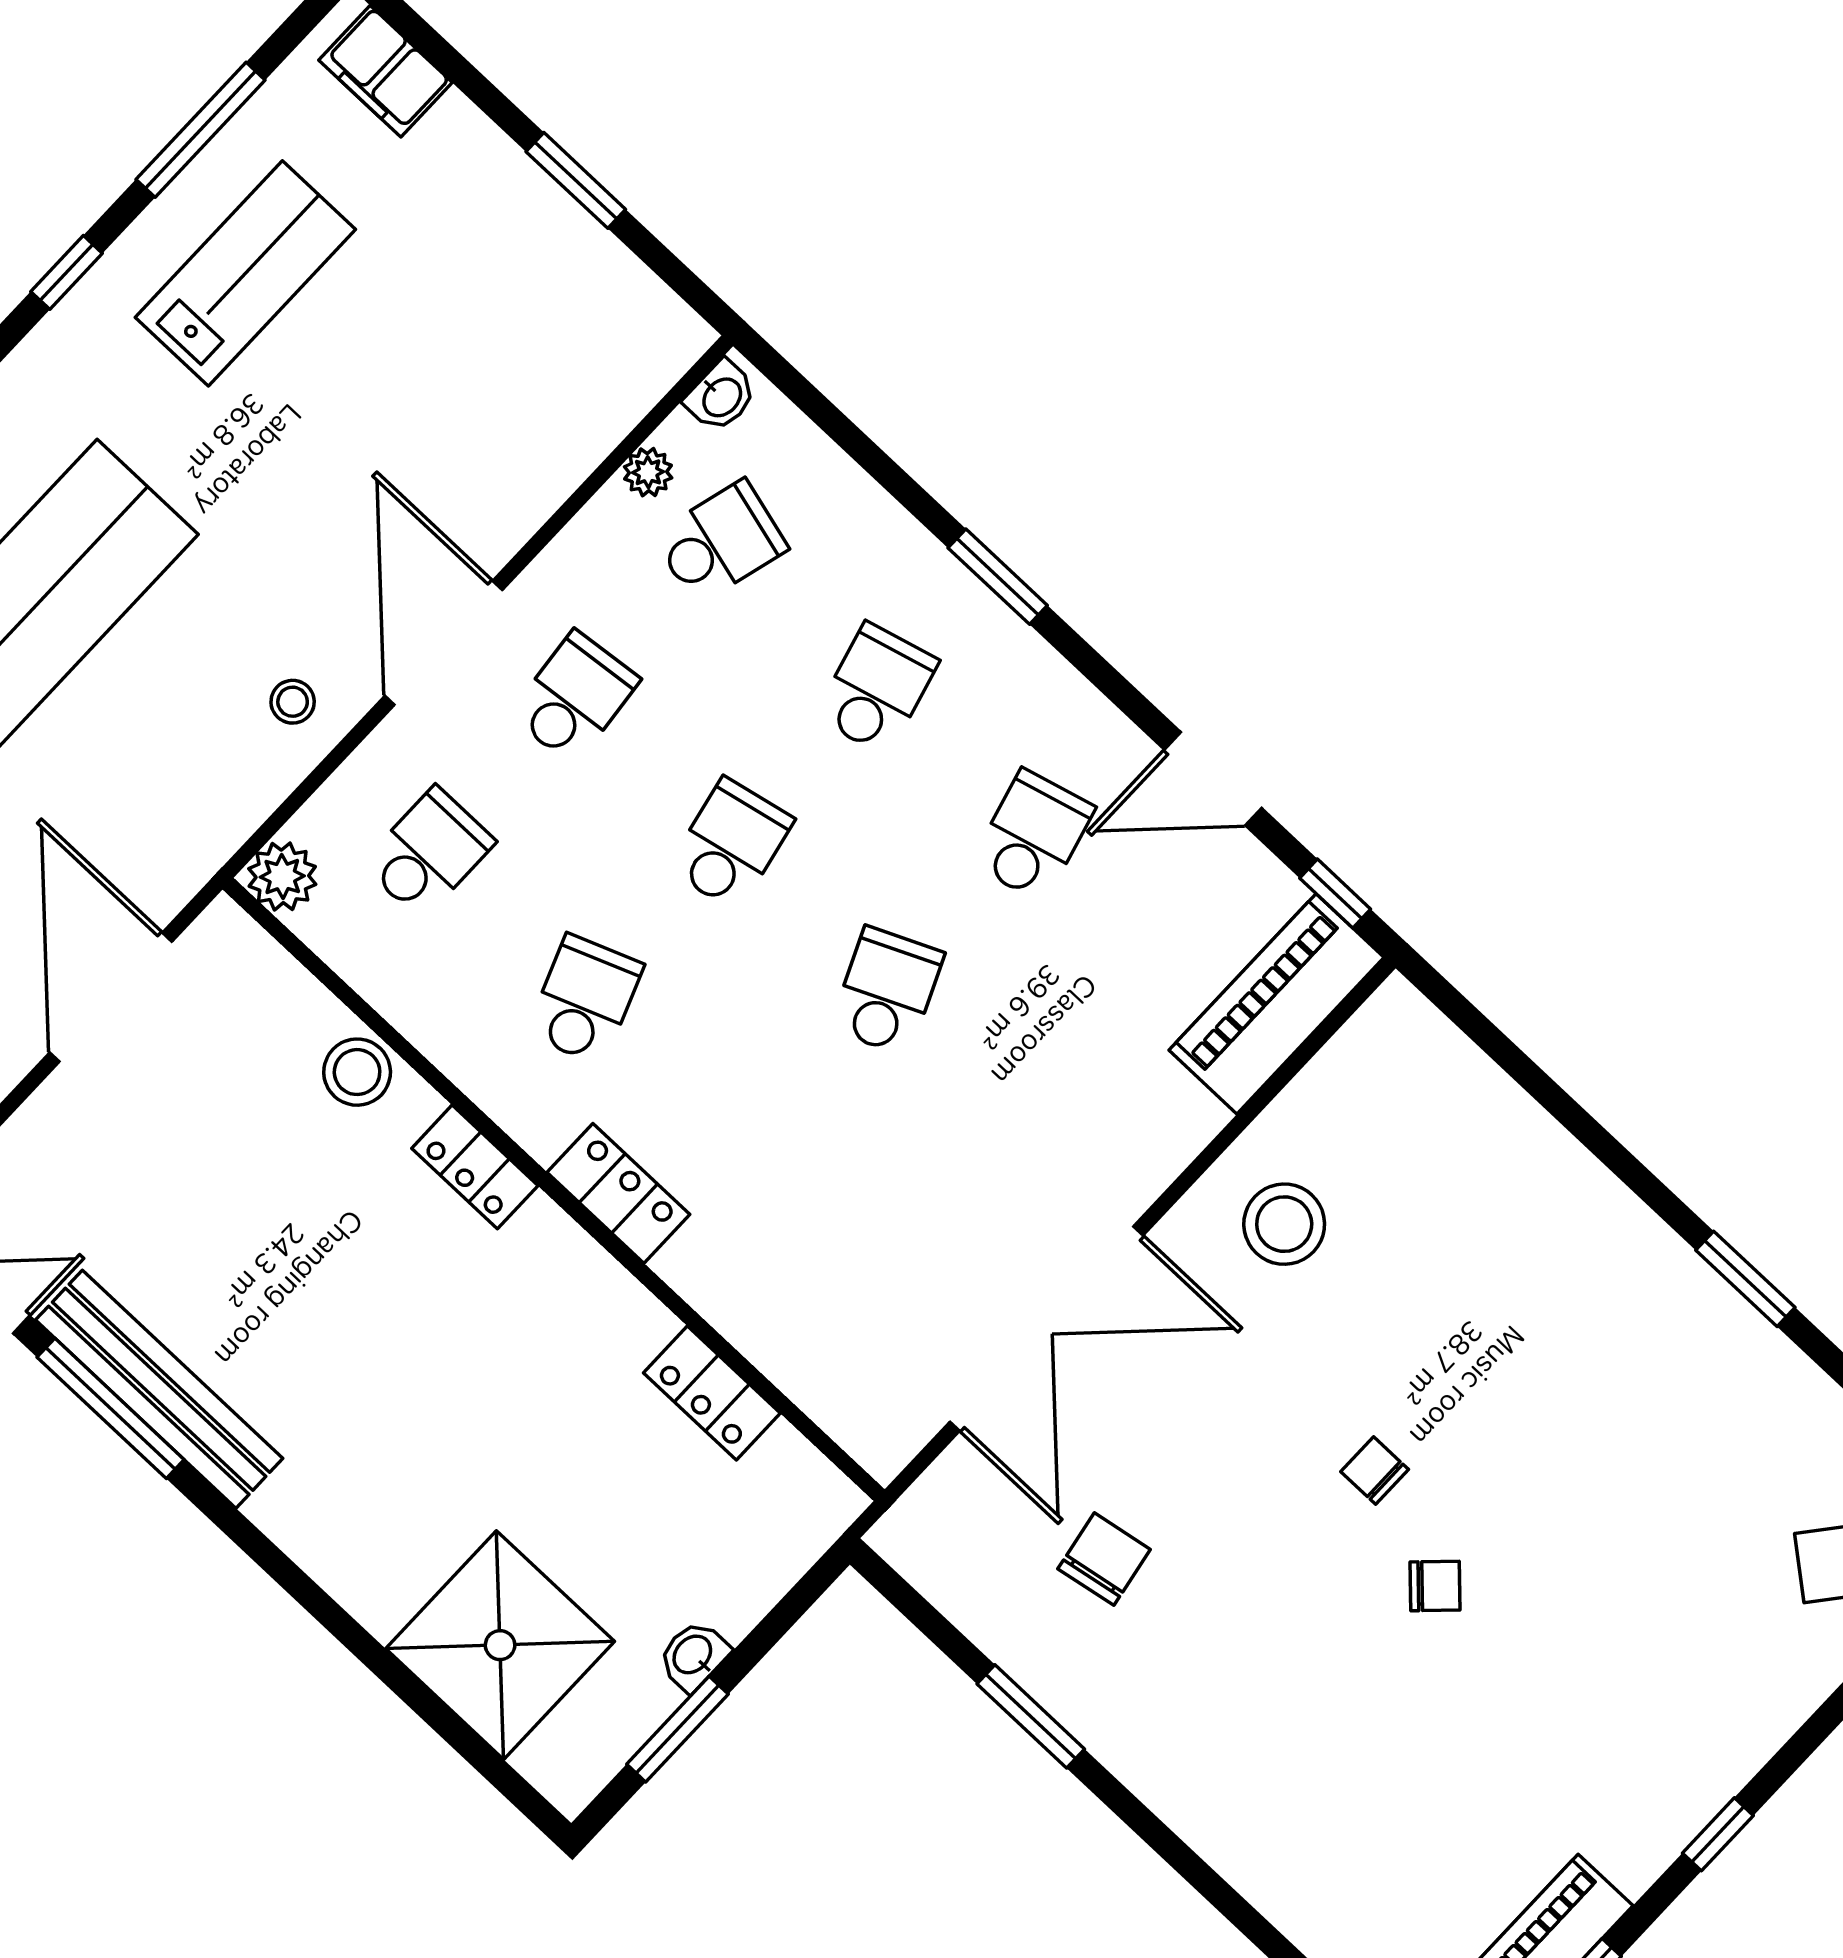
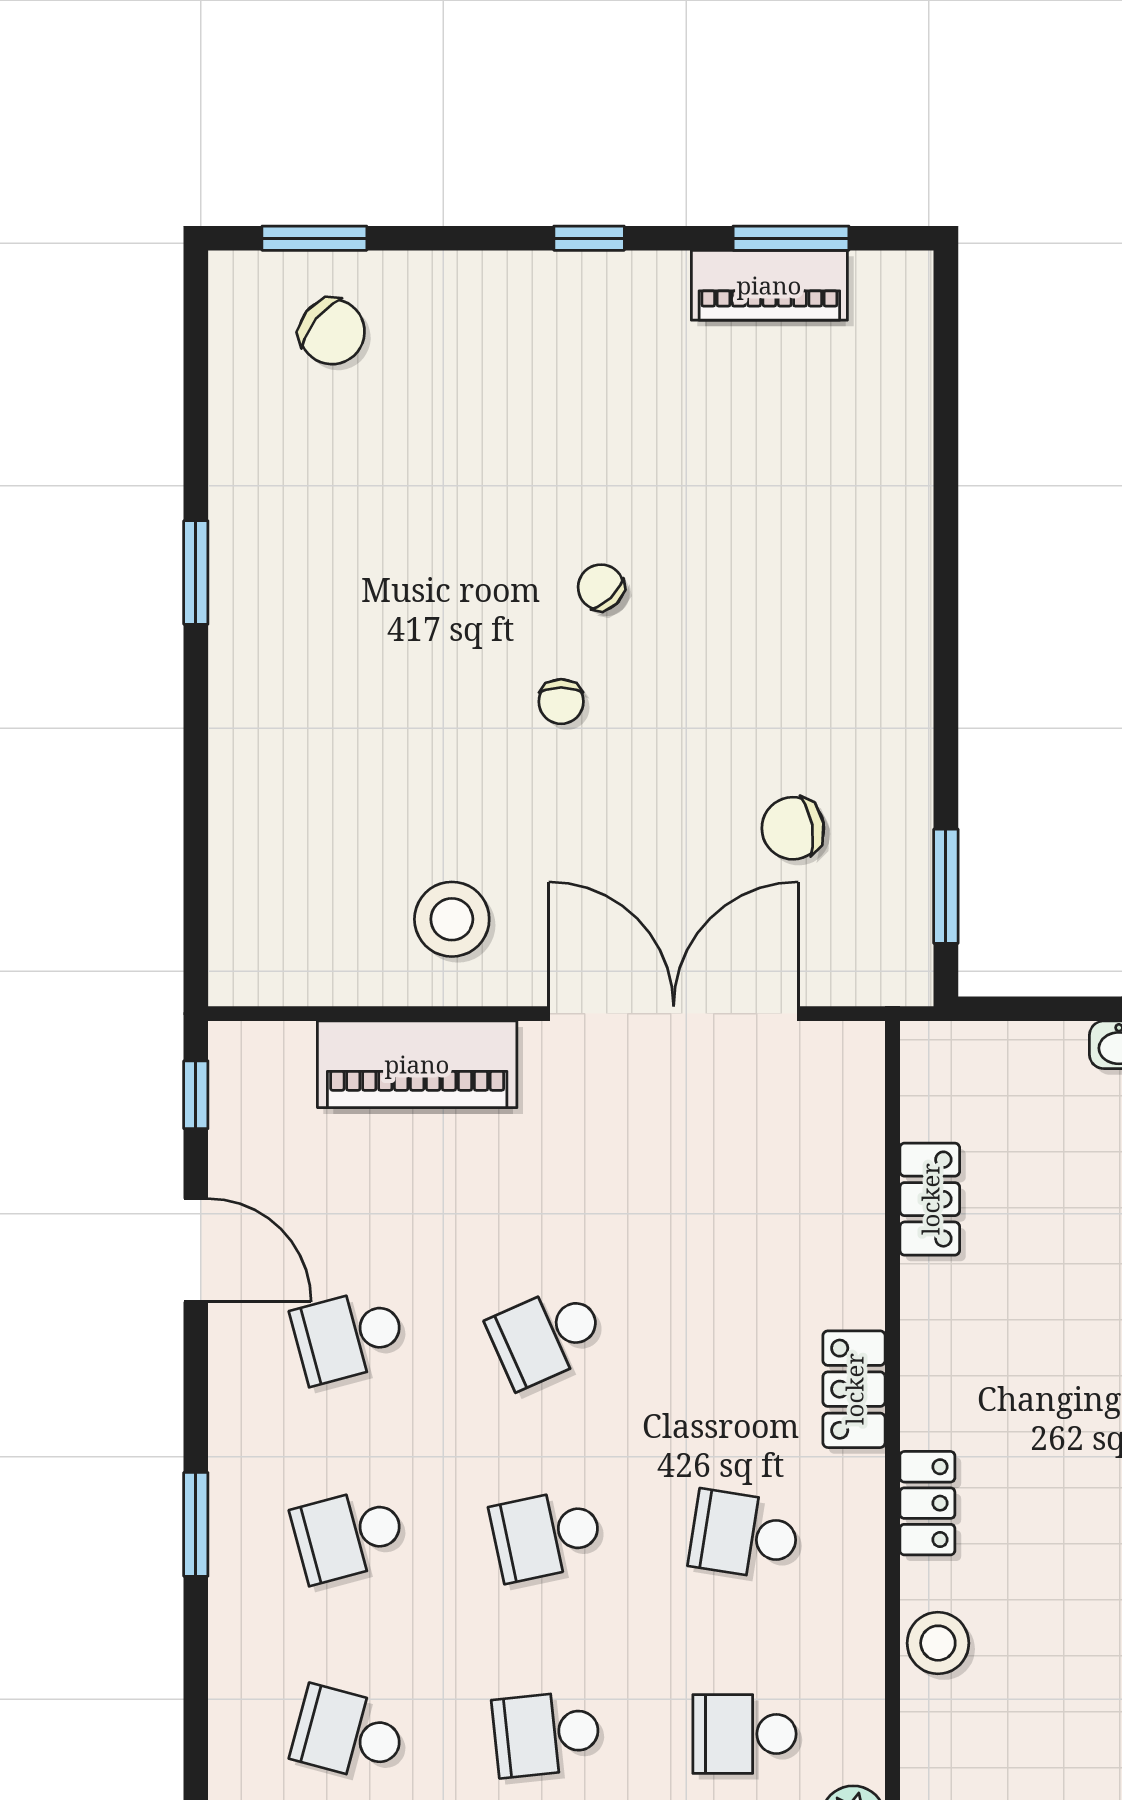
school desk: (585, 1000) -> (744, 1535), turned 30
piano: (1277, 1004) -> (417, 1064), moved
window: (1031, 1716) -> (946, 886), moved

